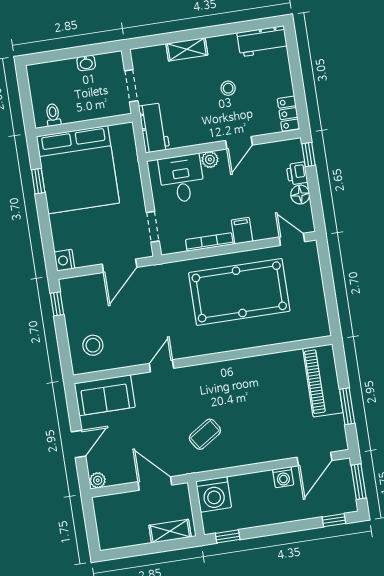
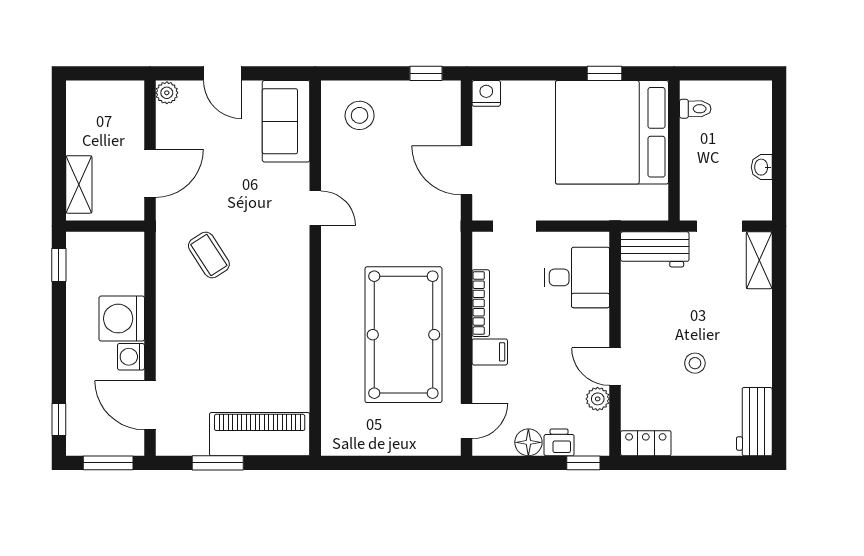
shelving: (187, 49) -> (759, 260), moved
plant: (210, 160) -> (598, 399), moved
washing machine: (214, 494) -> (122, 319), moved

